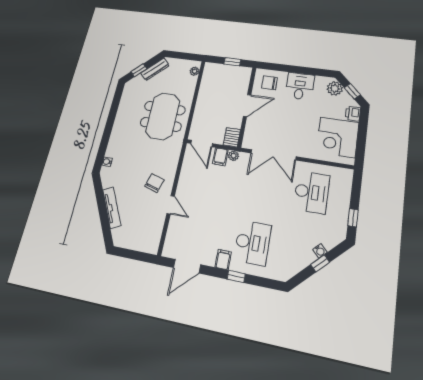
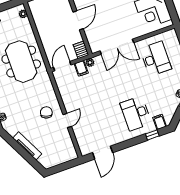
door: (202, 144) -> (62, 66), swing flipped
door: (171, 205) -> (67, 121), hinge flipped
desk: (253, 243) -> (136, 113), turned 180
filing cabinet: (223, 260) -> (160, 122), moved
window: (236, 276) -> (152, 135), moved

